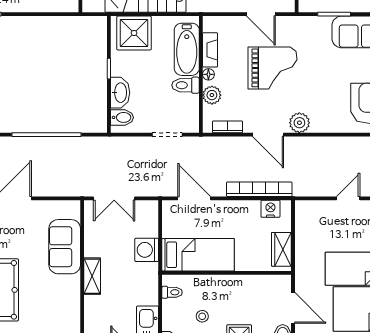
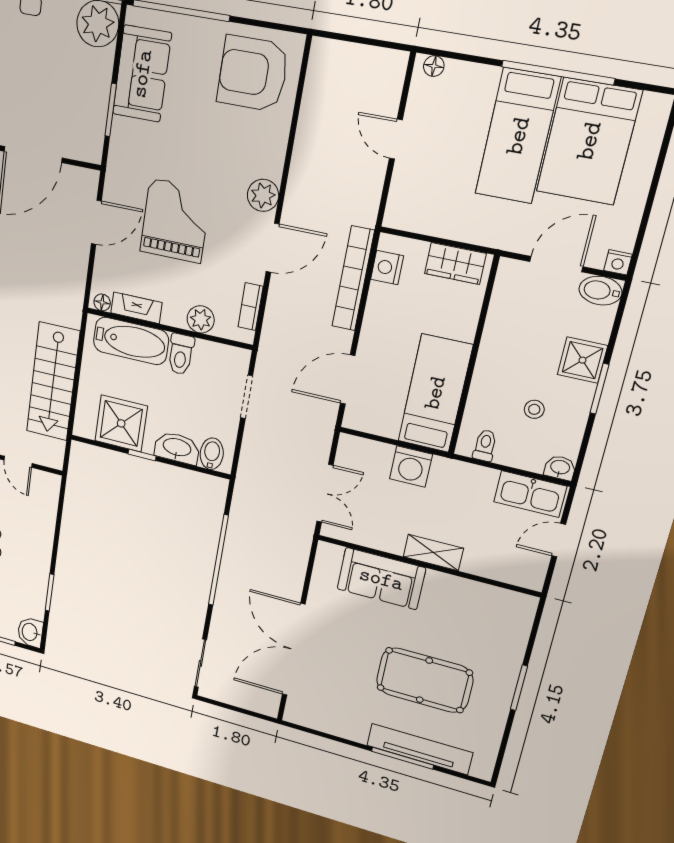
shower: (134, 33) -> (121, 423), moved
floor lamp: (208, 74) -> (102, 302), moved

